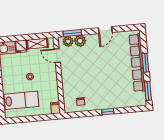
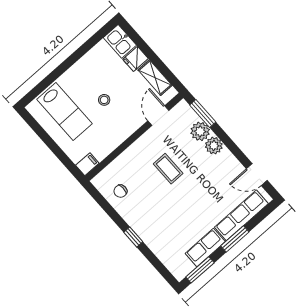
door: (105, 30) -> (257, 175), moved
plant: (68, 41) -> (214, 146), moved
coffee table: (87, 70) -> (168, 169), added

